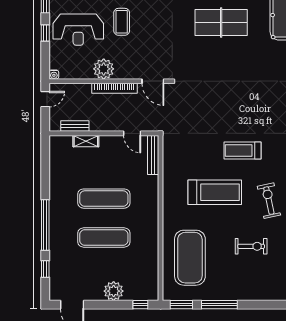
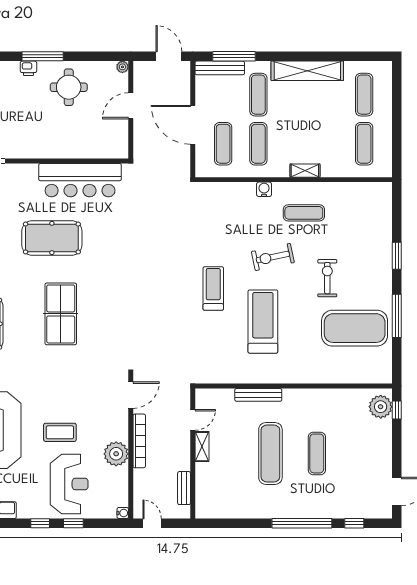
shelving: (86, 141) -> (202, 447), moved
treadmill: (242, 151) -> (213, 289), turned 180
bench: (153, 155) -> (258, 395), moved
exercise mat: (104, 237) -> (317, 453), width x0.73, depth x0.69
exercise mat: (190, 258) -> (355, 328), moved
plant: (114, 291) -> (381, 407), moved
window: (181, 305) -> (397, 256), moved

